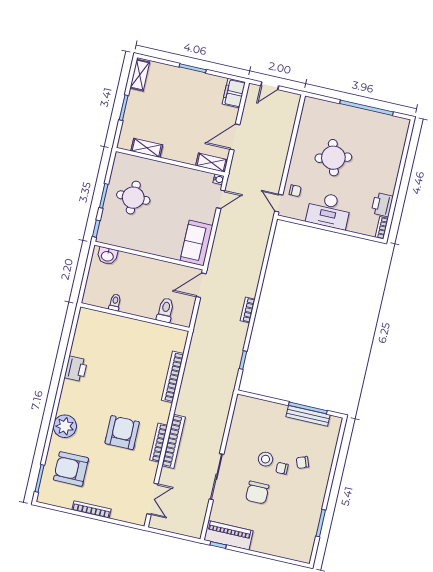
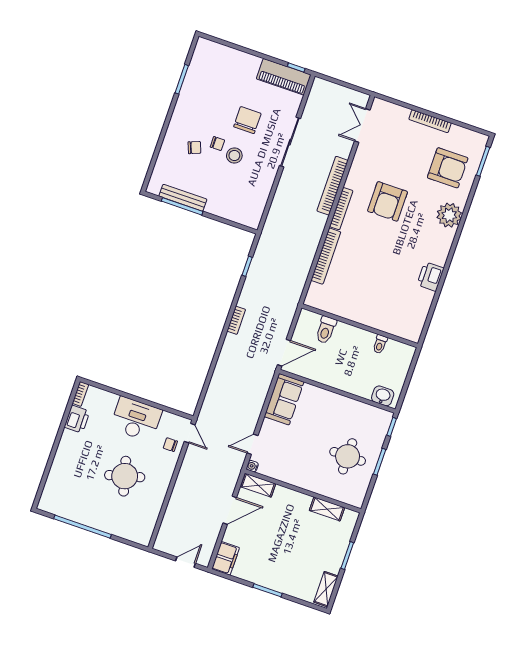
bookcase: (159, 443) -> (341, 209), moved

